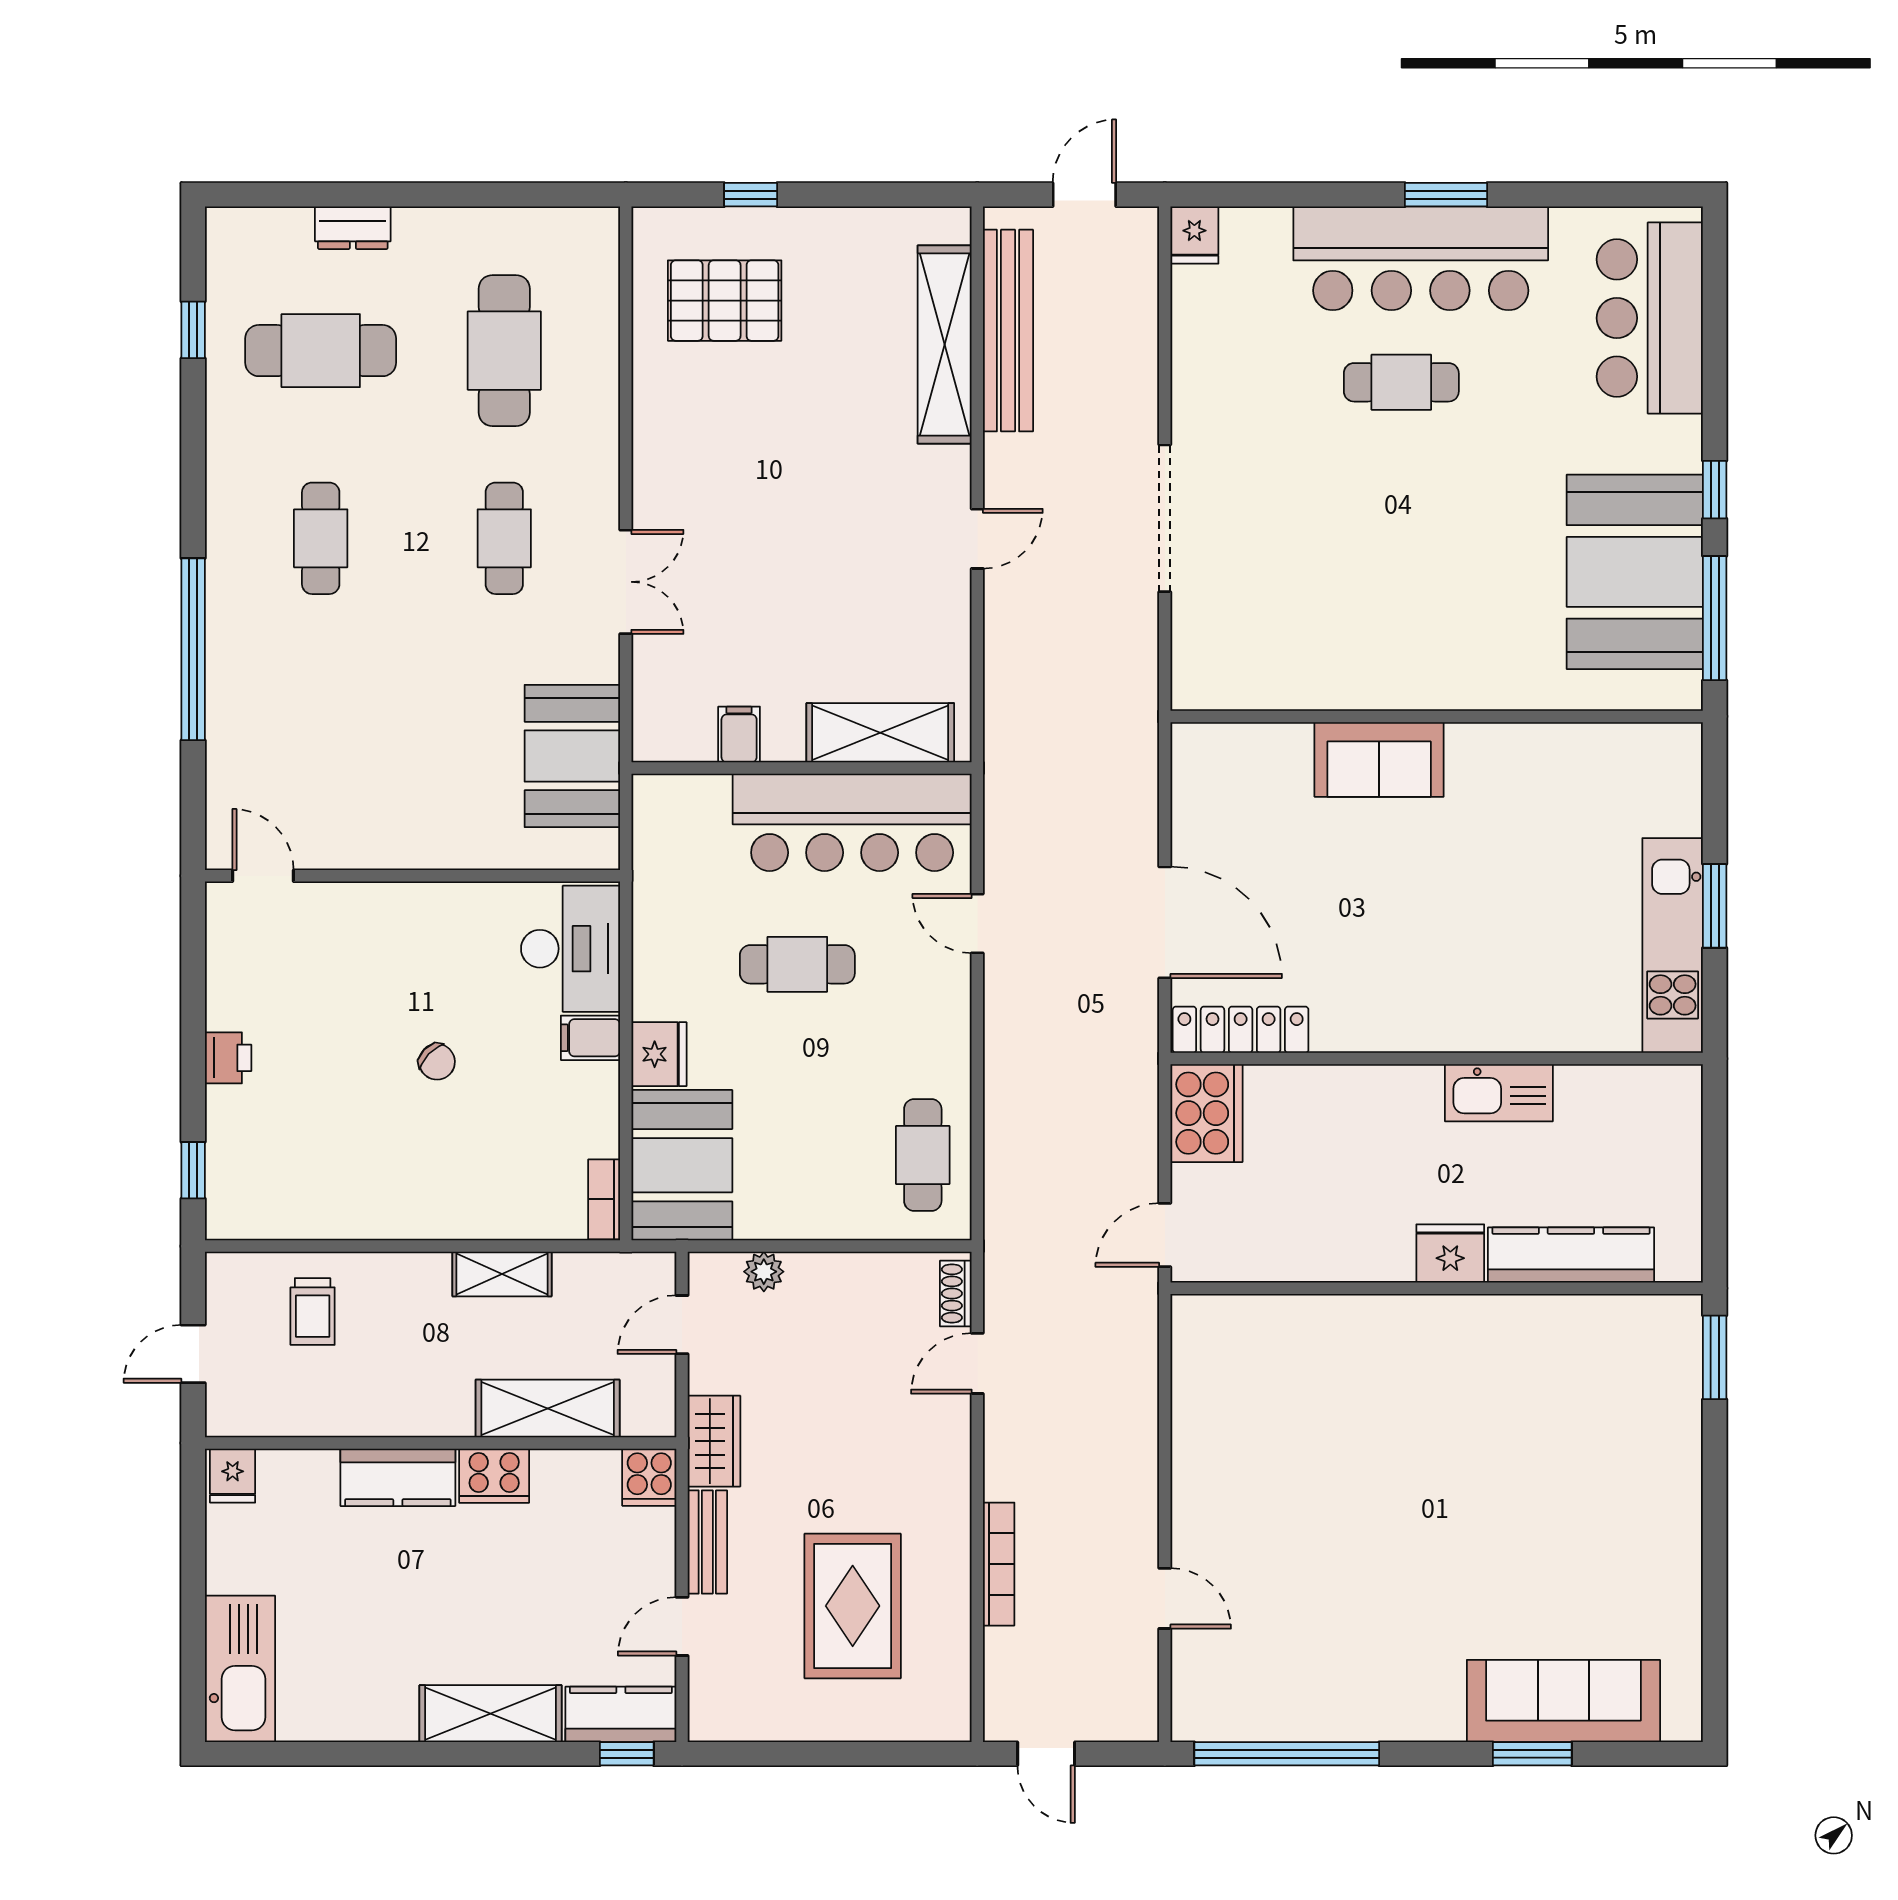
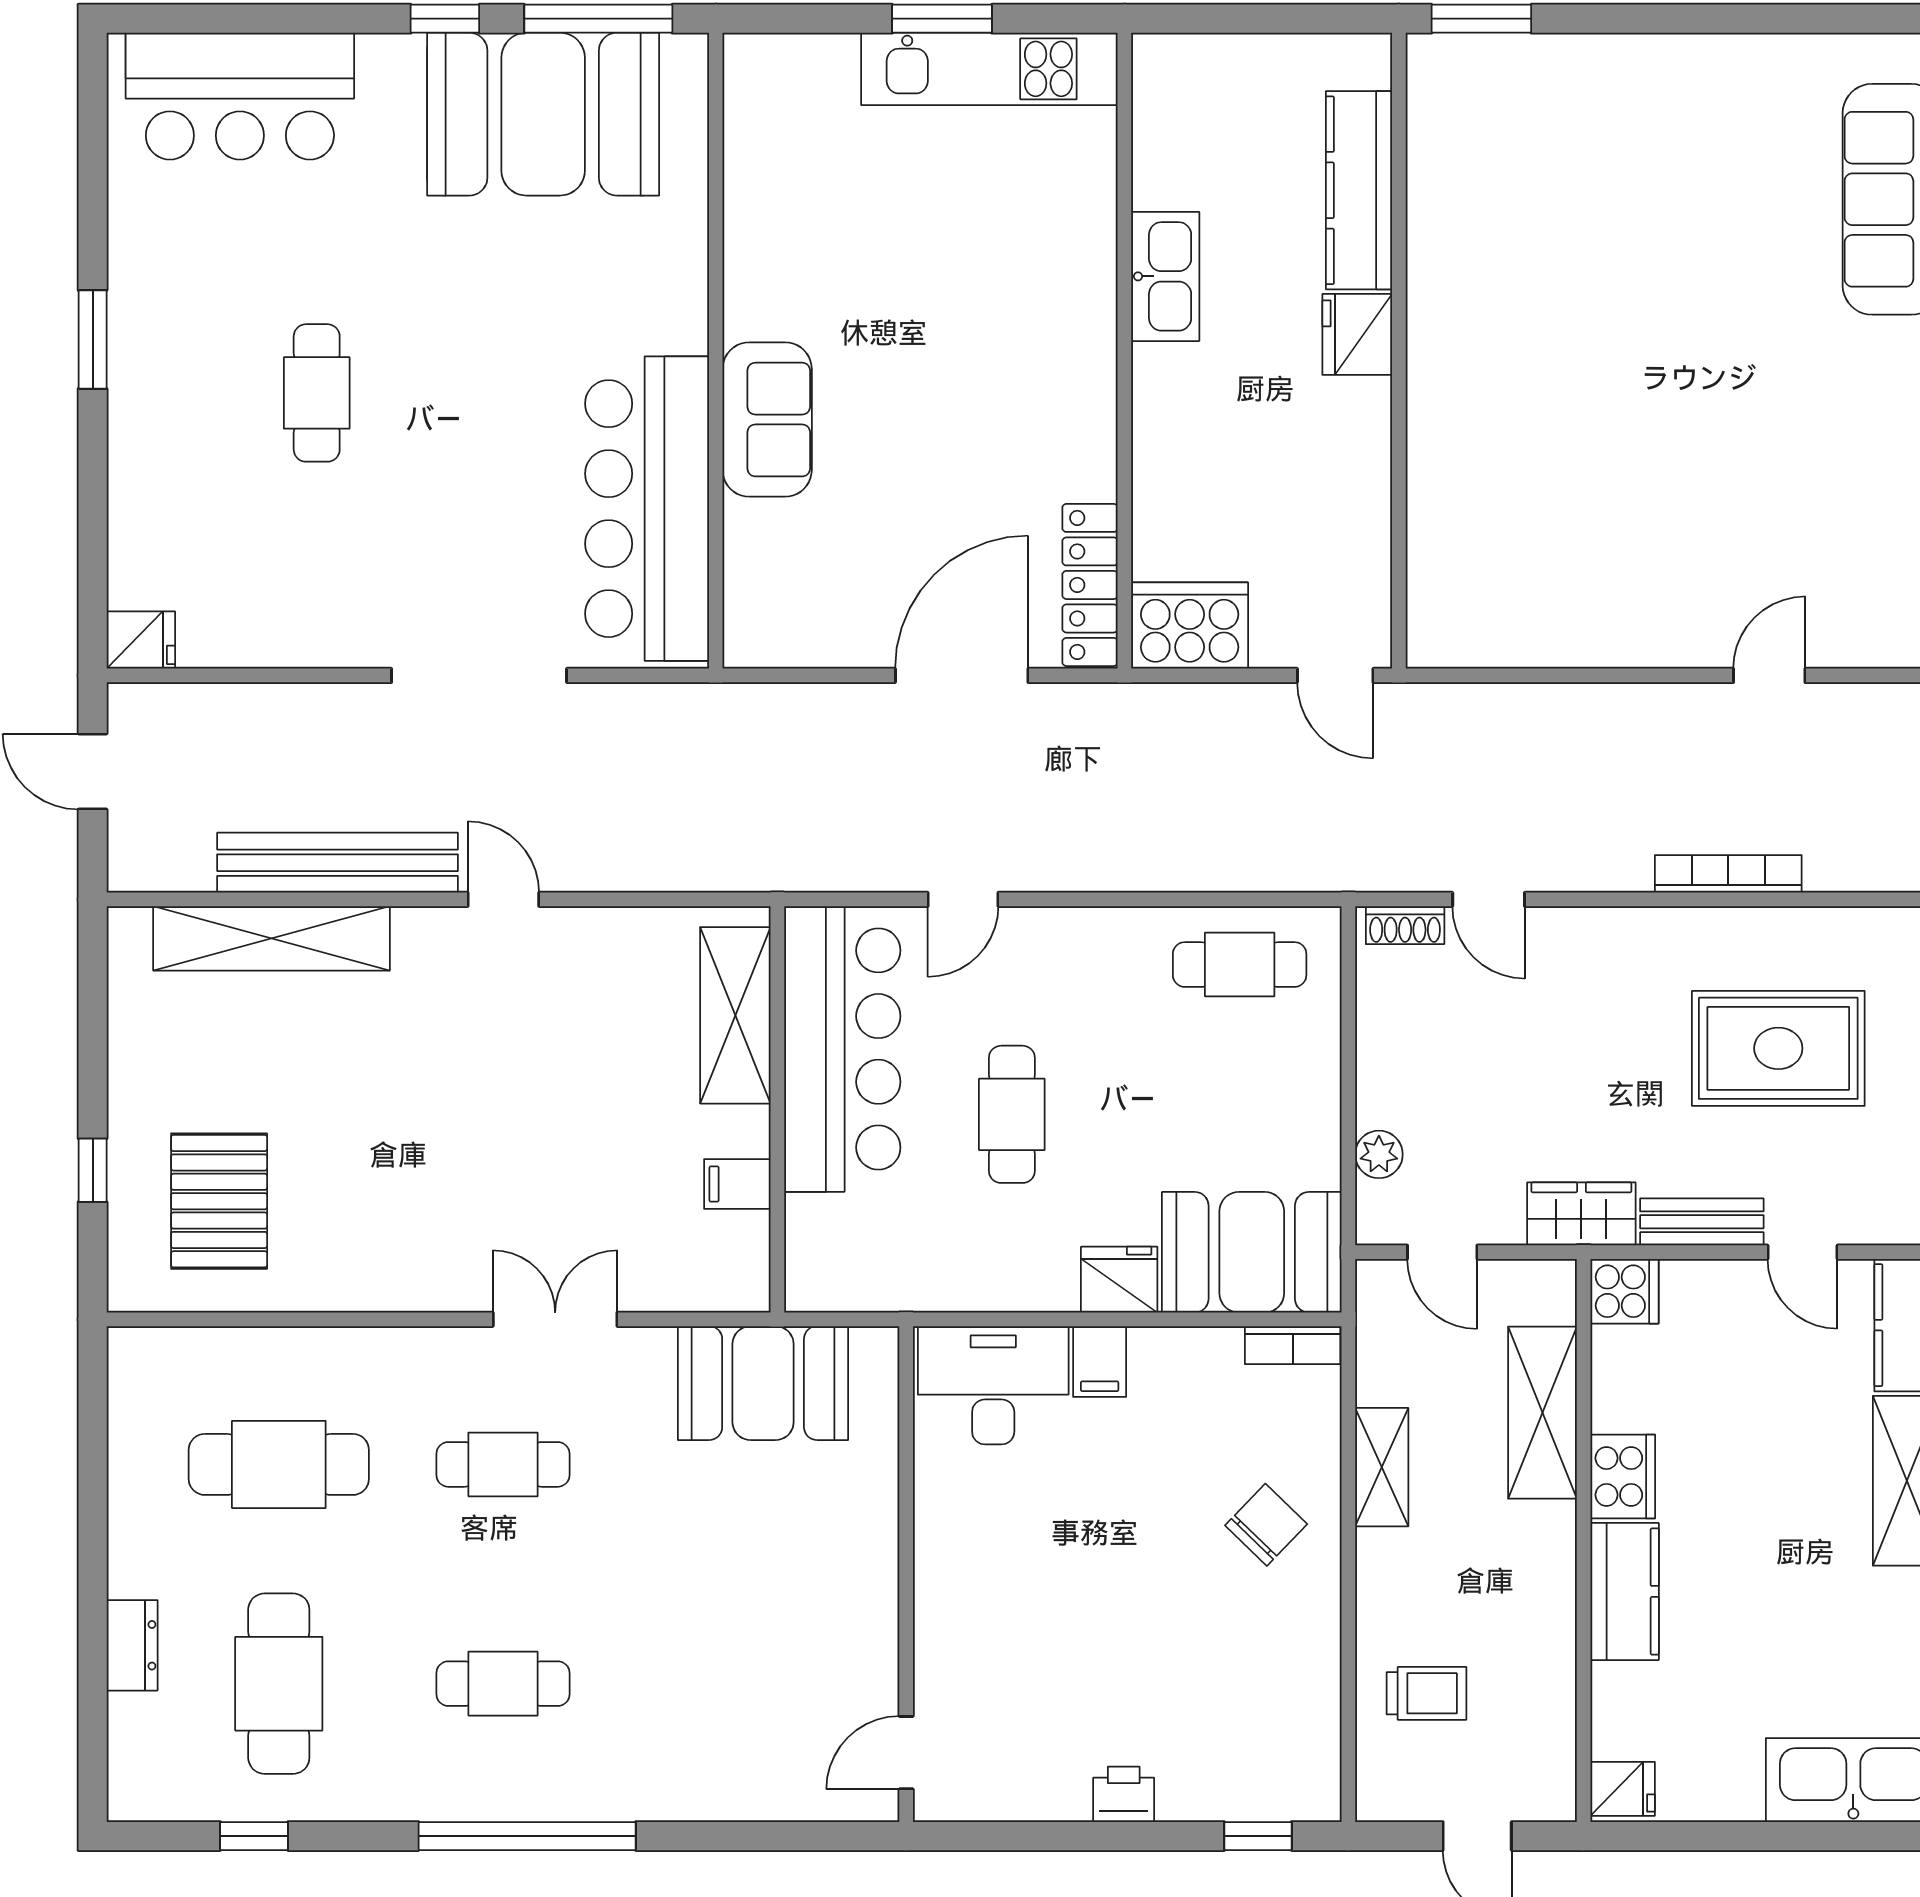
bar counter: (1421, 258) -> (647, 509), moved, turned 180
bench: (1008, 331) -> (338, 863), moved
window: (193, 649) -> (527, 1836), moved
chair: (437, 1062) -> (1266, 1525), moved, width x1.37, depth x1.37

